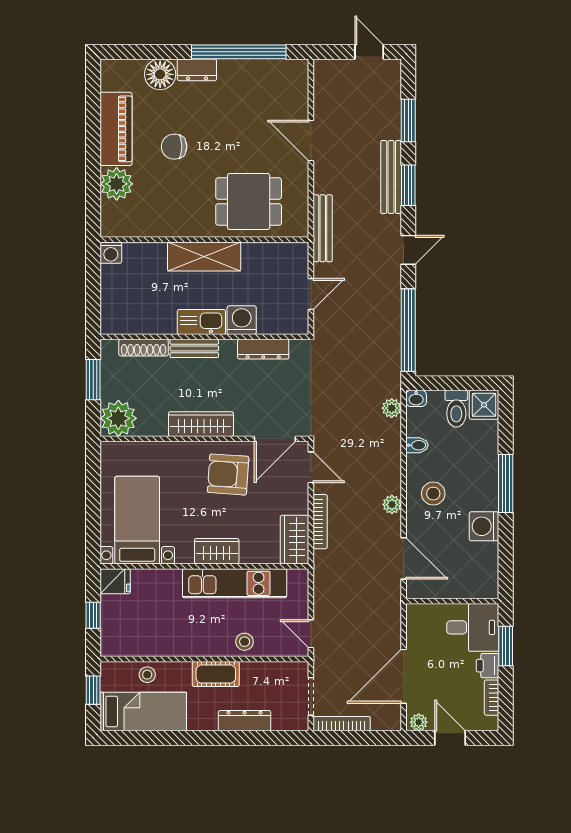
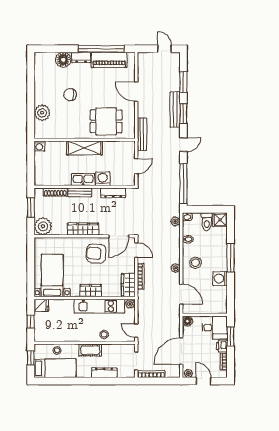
piano: (116, 129) -> (109, 60), moved, turned 90
plant: (298, 578) -> (130, 304), added
floor lamp: (417, 614) -> (187, 321), added

